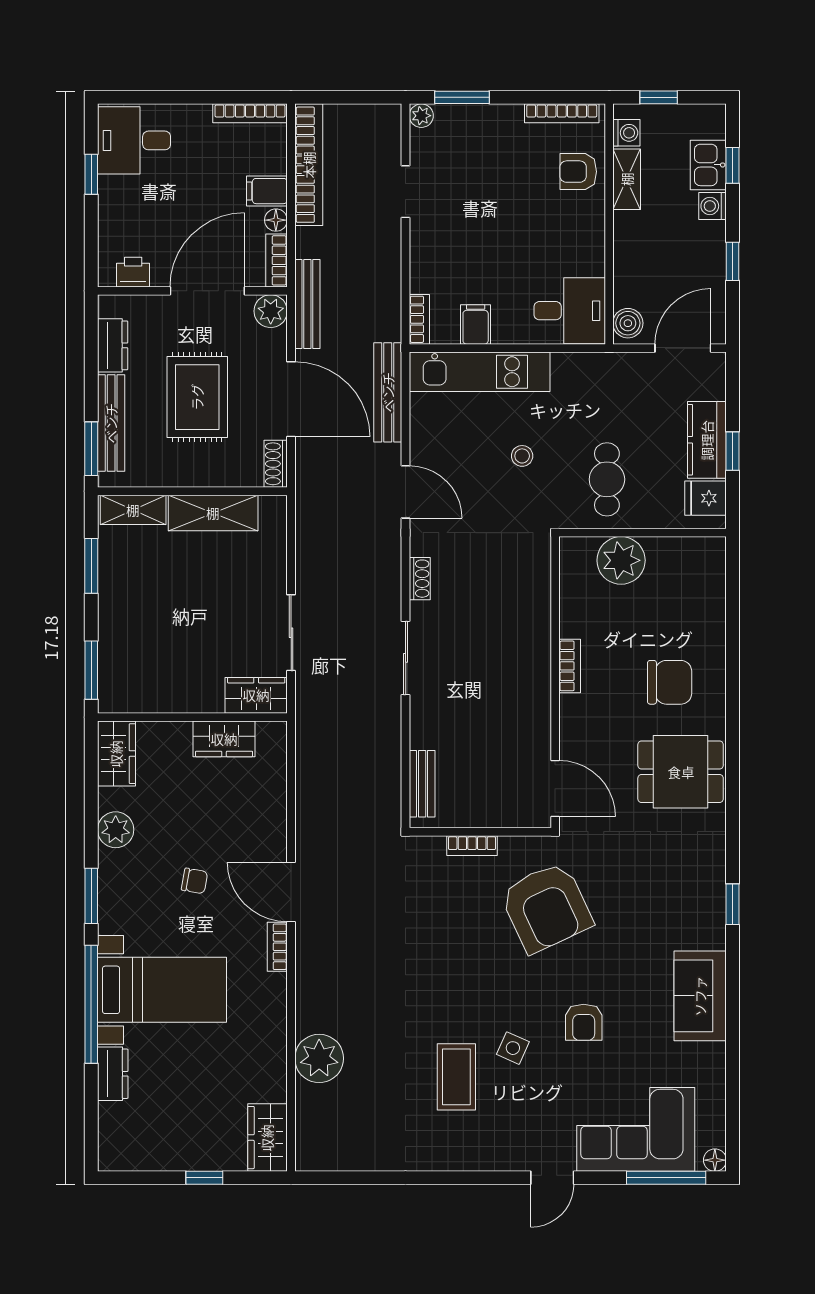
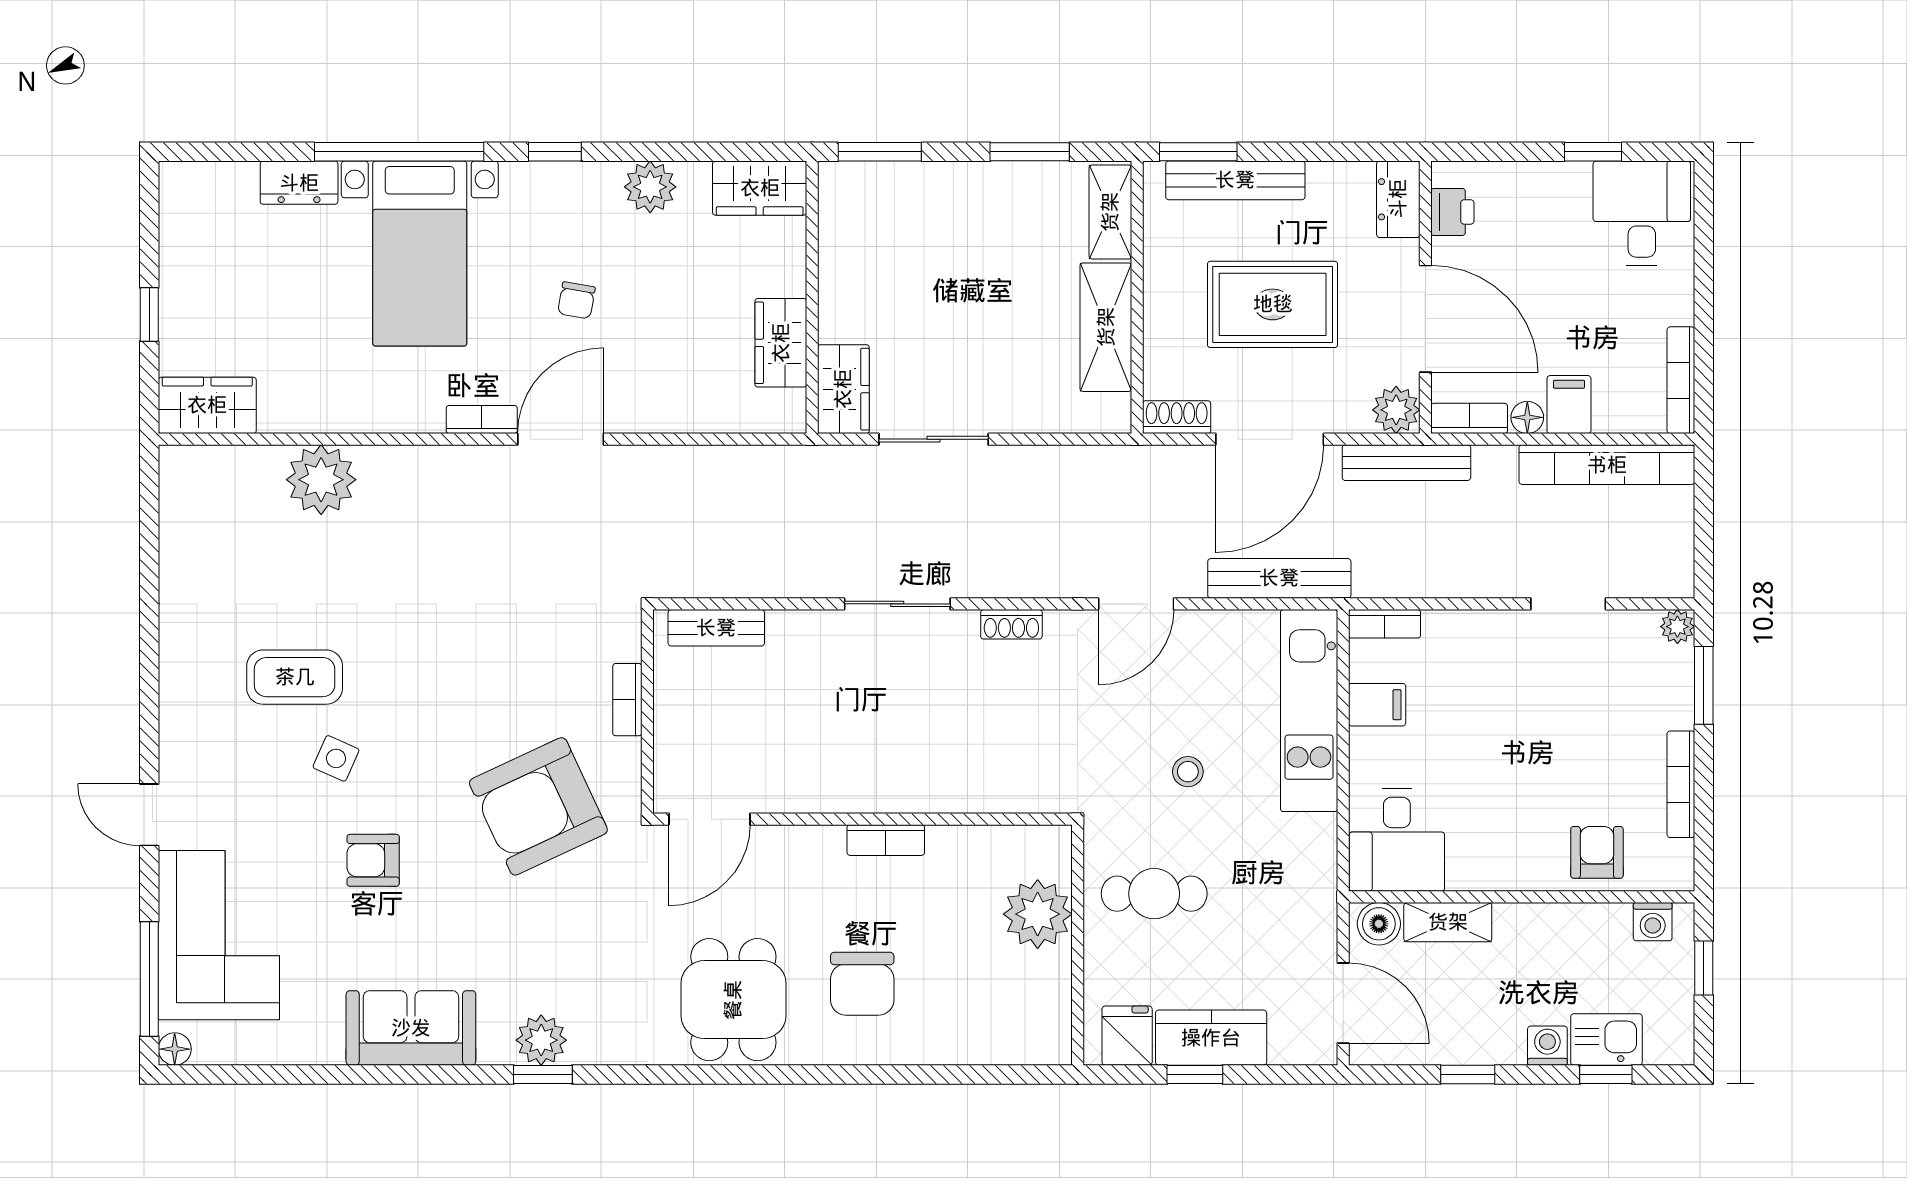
bookcase: (562, 113) -> (1681, 784), moved
shelving: (627, 179) -> (1448, 922), moved
dresser: (113, 345) -> (1398, 199), moved, turned 90
window: (91, 896) -> (555, 152), width x0.67
plant: (709, 905) -> (541, 1040), added

